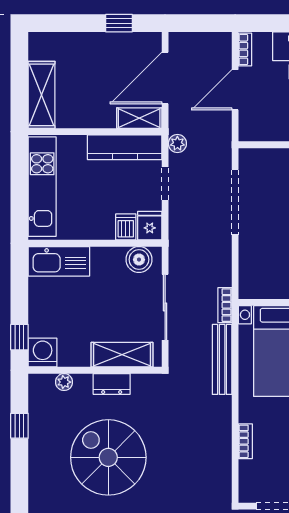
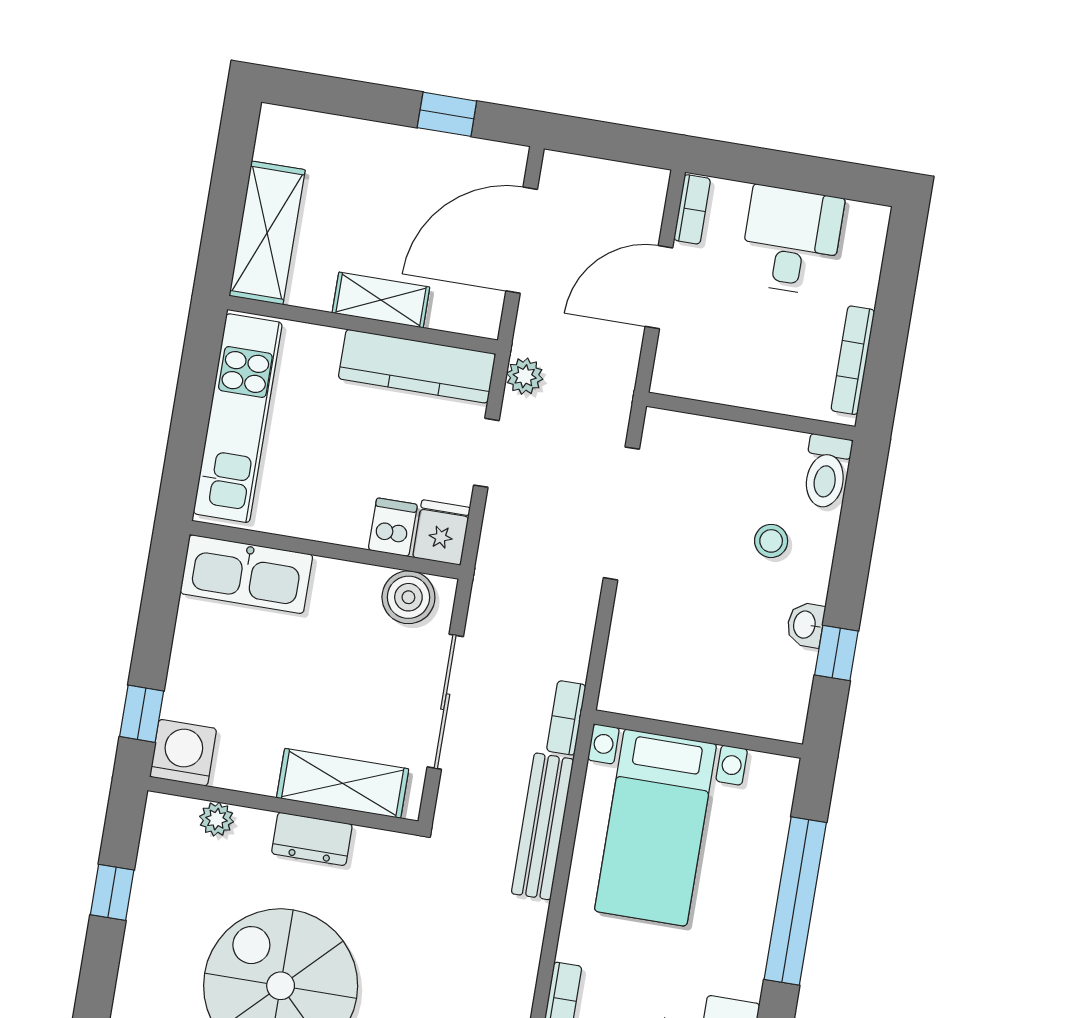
shelving: (139, 118) -> (381, 300), moved

